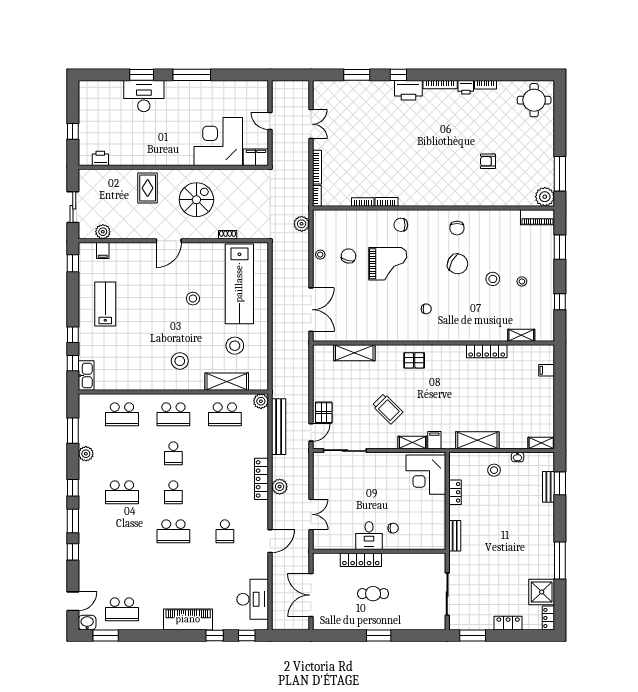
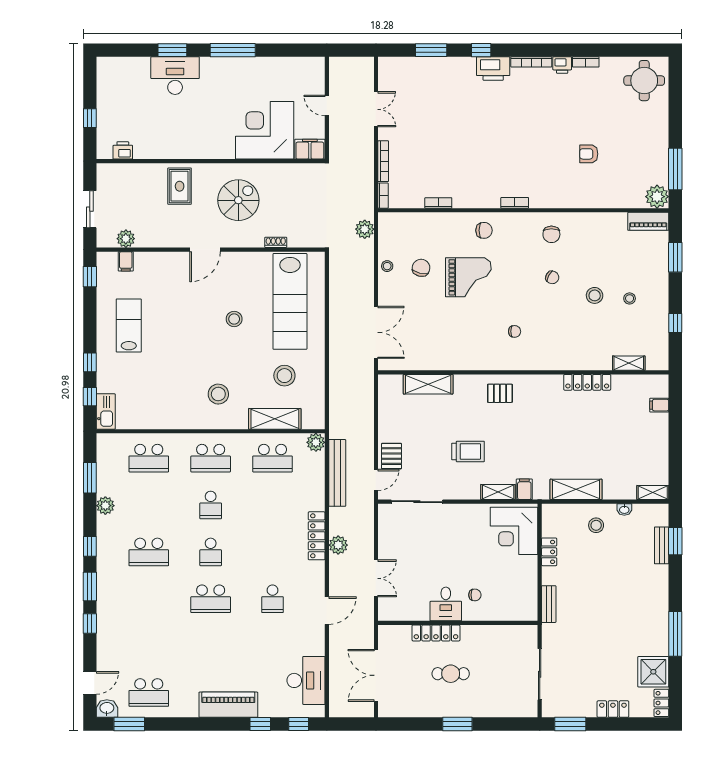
bookcase: (386, 202) -> (515, 203), moved
chair: (401, 225) -> (484, 230), turned 180
chair: (458, 264) -> (552, 277), width x0.54, depth x0.54
trolley: (388, 409) -> (468, 451), turned -45

